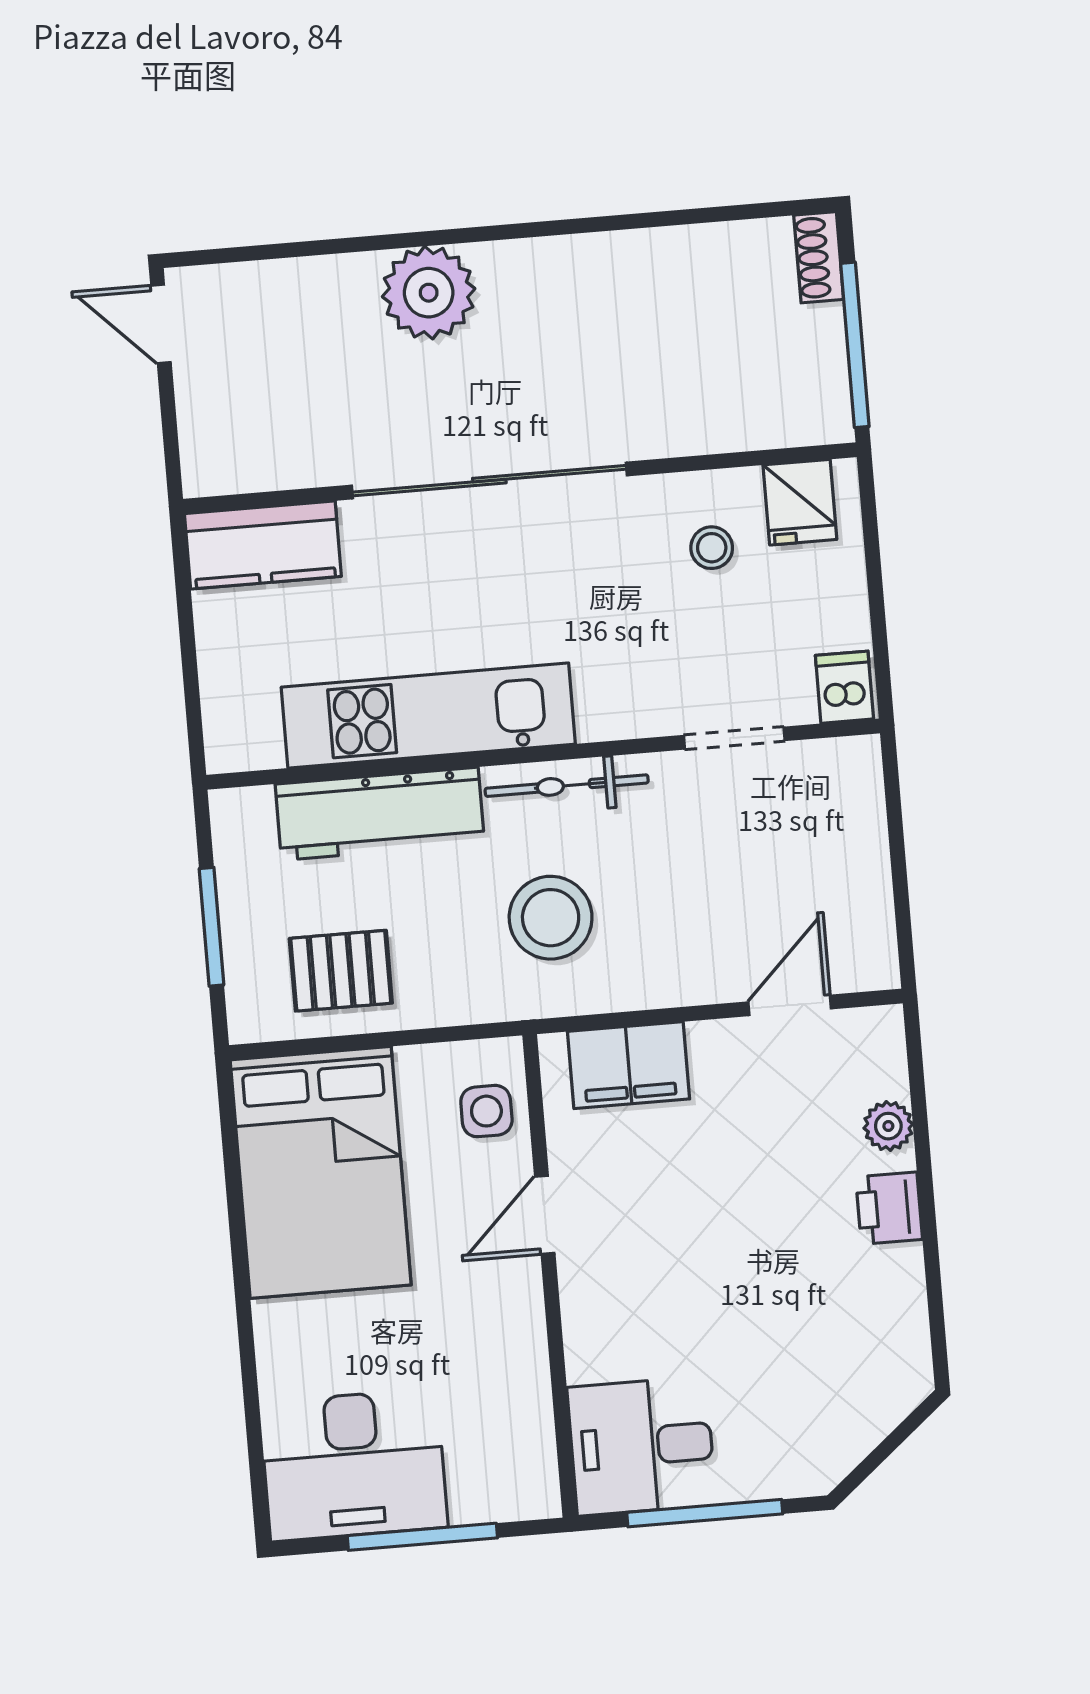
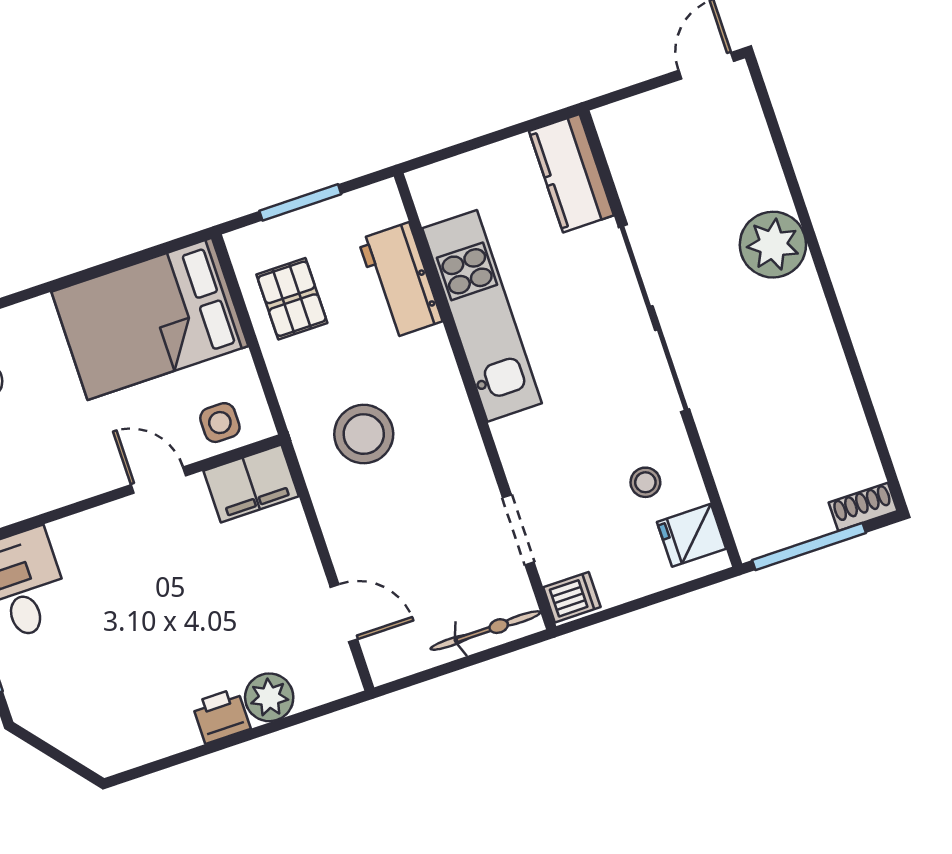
bicycle: (567, 786) -> (486, 631), moved, turned 90
workbench: (380, 814) -> (400, 280), width x0.73
filing cabinet: (629, 1065) -> (251, 483), moved, turned -90
plant: (888, 1126) -> (269, 697), width x1.38, depth x1.38

